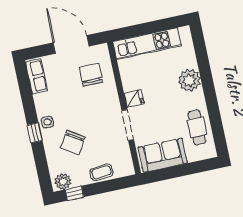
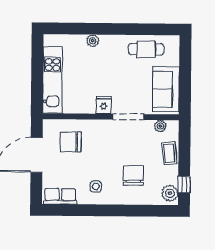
plant: (189, 80) -> (93, 41), width x0.53, depth x0.53
side table: (47, 122) -> (96, 187), moved
window: (35, 133) -> (116, 210), removed
chair: (73, 143) -> (134, 175), turned -122
plant: (126, 158) -> (160, 126), added

